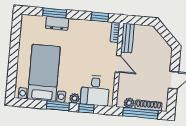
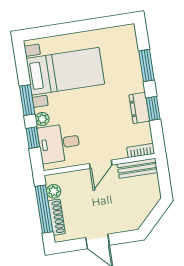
window: (100, 17) -> (153, 108), moved
dresser: (57, 23) -> (139, 108), moved

